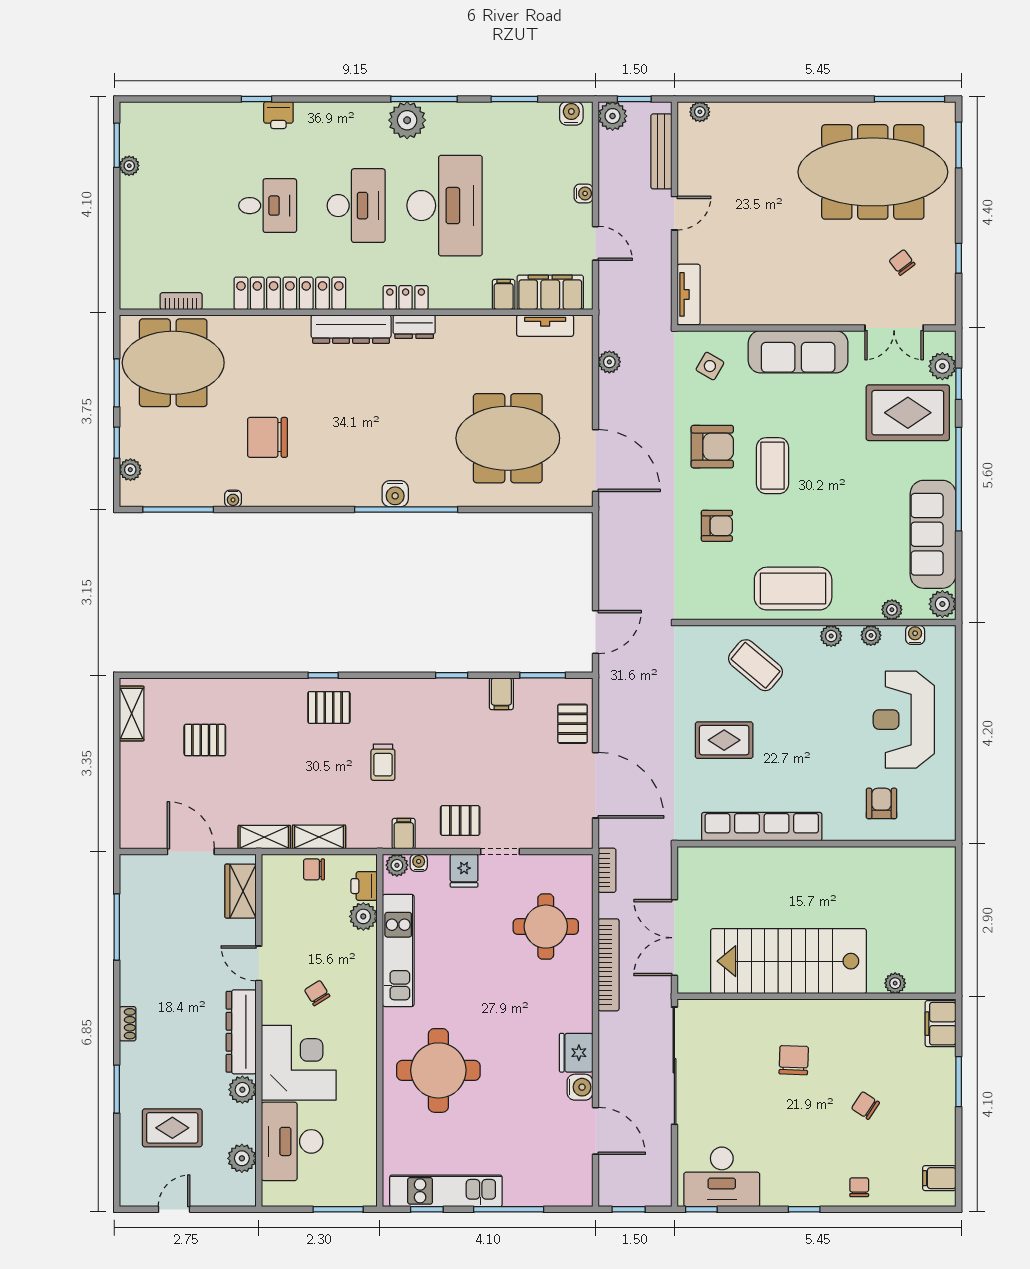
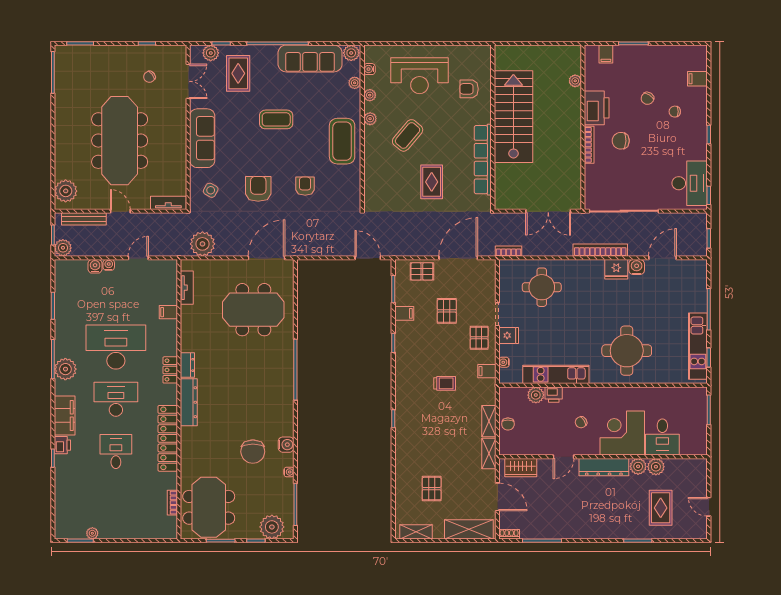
plant: (700, 112) -> (66, 191), width x1.88, depth x1.88
water cooler: (571, 113) -> (95, 266), moved, turned 90
meeting table: (873, 172) -> (120, 141), moved
filing cabinet: (550, 292) -> (65, 416), moved, turned 180
plant: (609, 362) -> (202, 244), width x1.87, depth x1.87
rug: (908, 413) -> (238, 73), width x0.73, depth x0.70
meeting table: (508, 438) -> (253, 310), turned 90
coffee table: (773, 466) -> (276, 119), moved
plant: (130, 470) -> (272, 527), width x1.87, depth x1.87
water cooler: (395, 494) -> (286, 445), moved
coffee table: (755, 665) -> (408, 135), moved
pallet: (329, 707) -> (447, 311), moved
shelving: (136, 803) -> (469, 529), added
door: (191, 852) -> (497, 497), swing flipped
plant: (397, 865) -> (506, 375), removed
printer: (364, 886) -> (554, 395), moved
stairs: (789, 961) -> (513, 117), moved, turned 180
bookcase: (609, 965) -> (600, 250), moved
bookcase: (787, 1007) -> (589, 145), added
printer: (849, 1020) -> (597, 108), added
shoe rack: (128, 1024) -> (509, 534), moved
filing cabinet: (941, 1024) -> (606, 54), width x0.50
desk: (292, 1141) -> (662, 437), width x0.73
plant: (242, 1158) -> (656, 467), moved
filing cabinet: (939, 1178) -> (697, 79), moved, turned 90
chair: (859, 1187) -> (675, 112), moved

